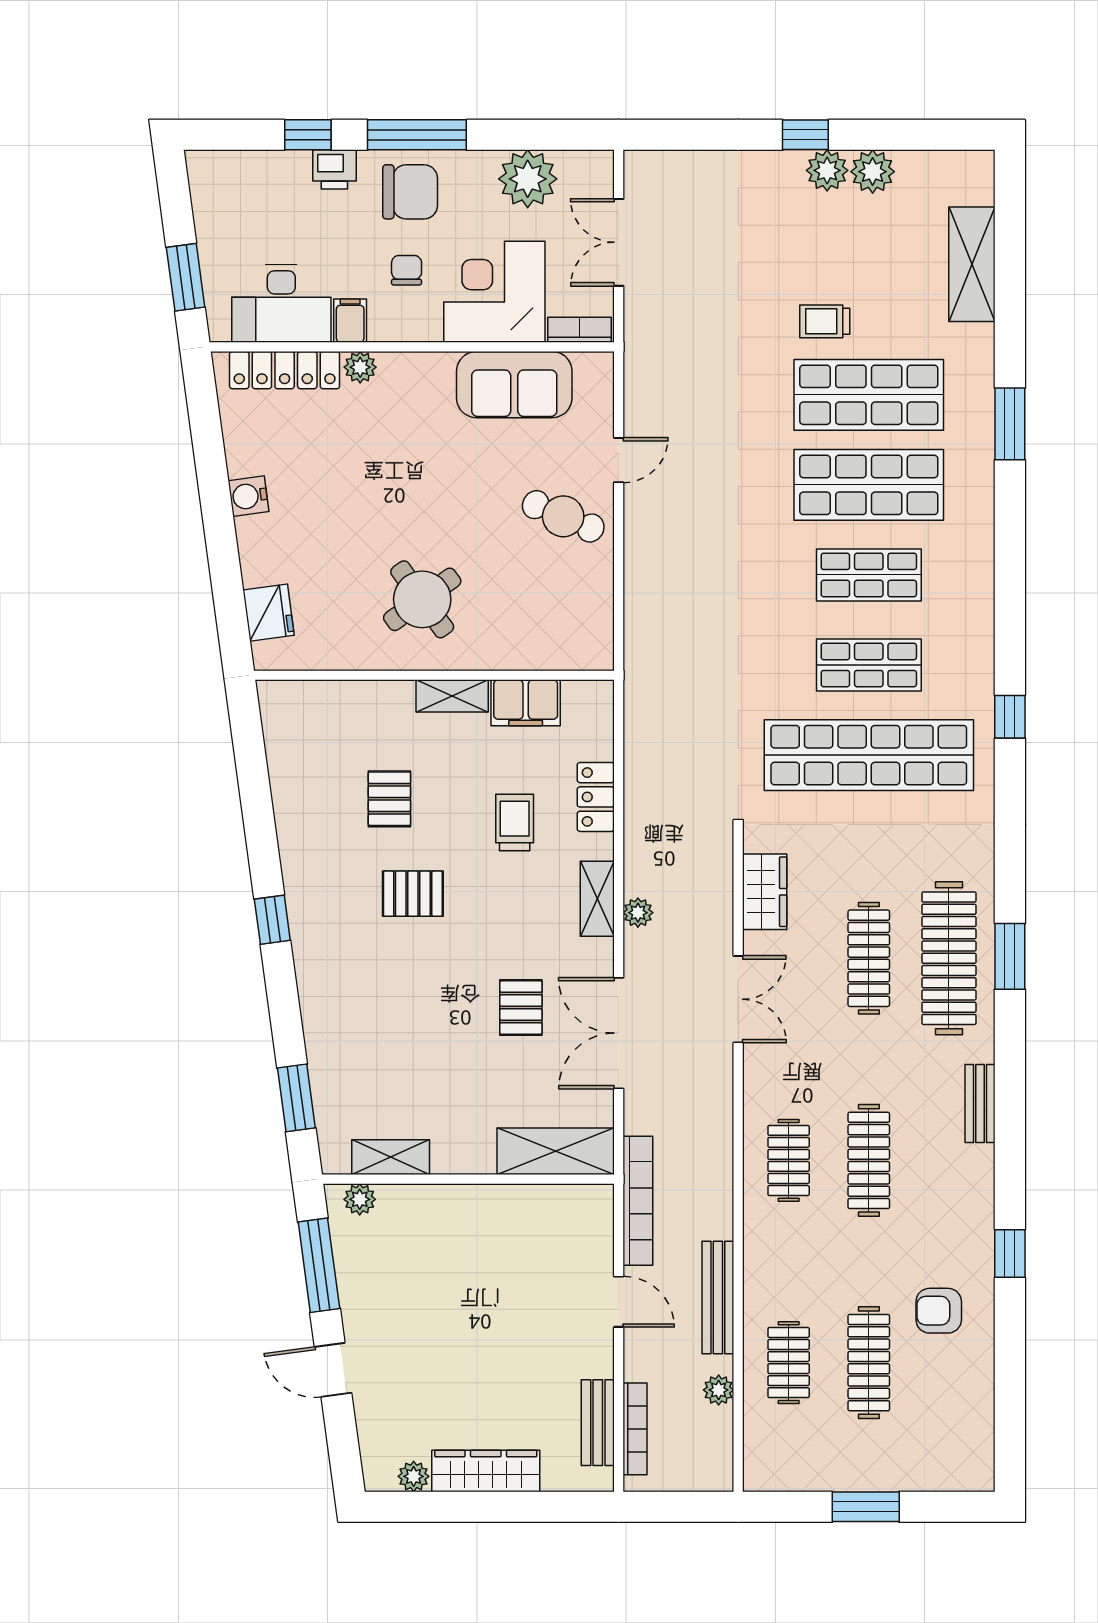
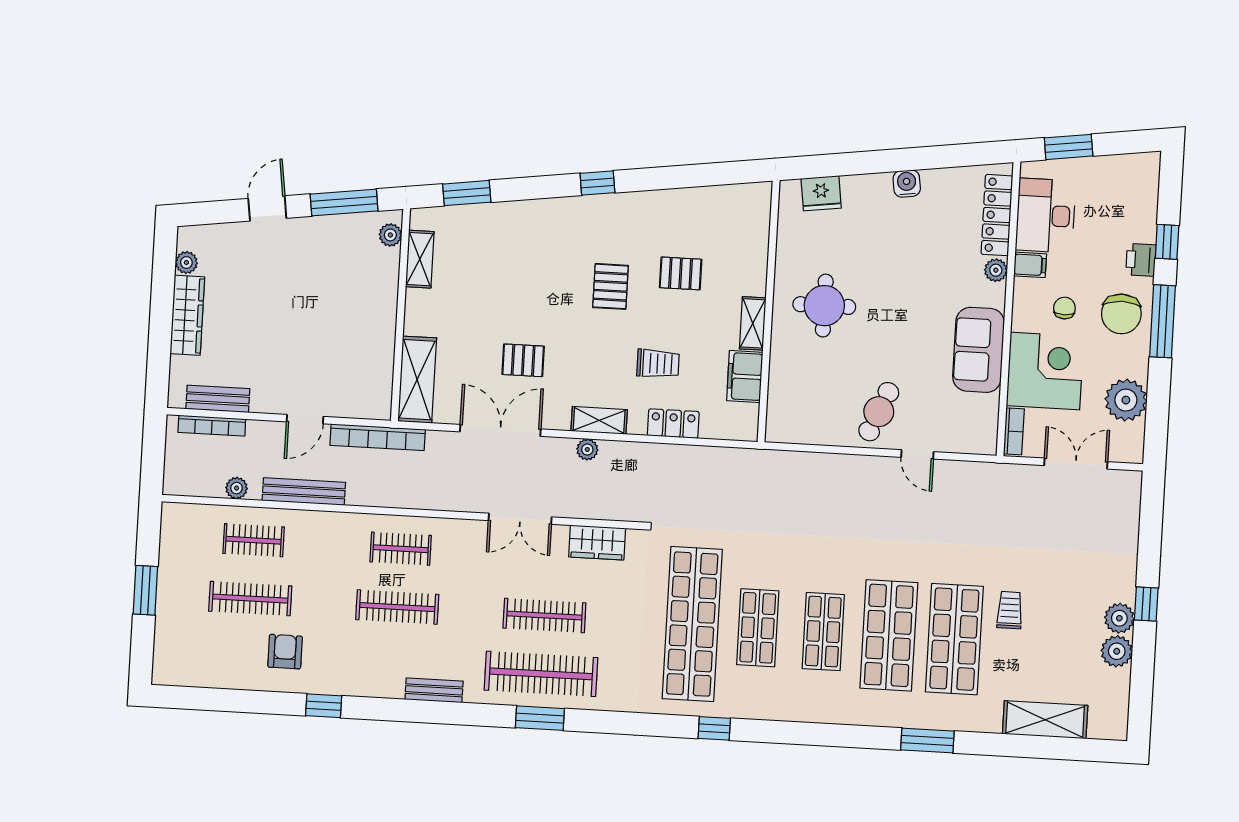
chair: (407, 270) -> (1064, 308), turned -90
sofa: (514, 385) -> (979, 350), moved
round table: (422, 599) -> (824, 306), turned 36

